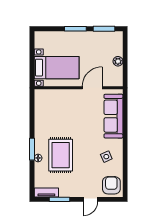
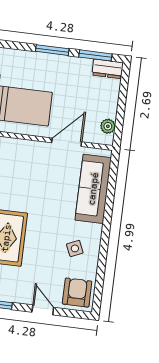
dresser: (113, 37) -> (108, 69), added
plant: (118, 61) -> (108, 126), moved
door: (90, 199) -> (43, 310), swing flipped

